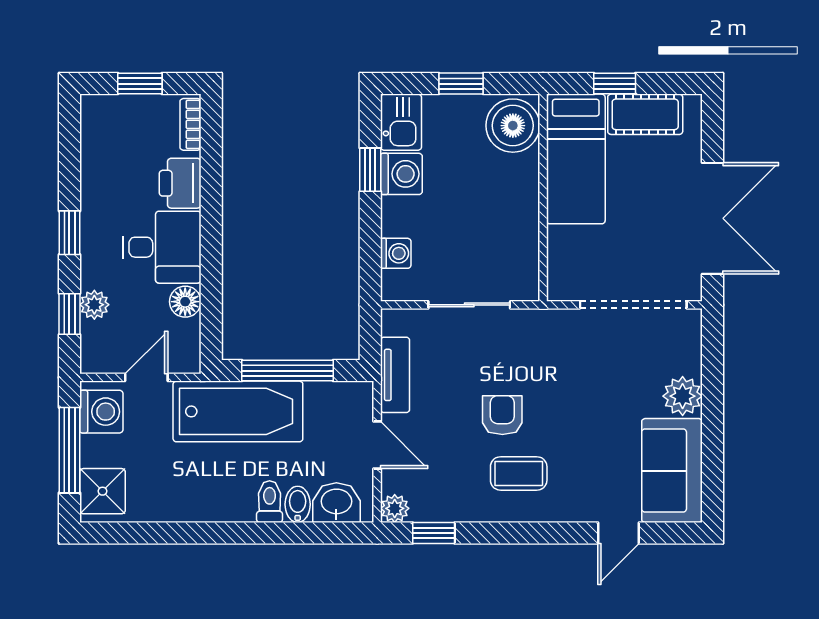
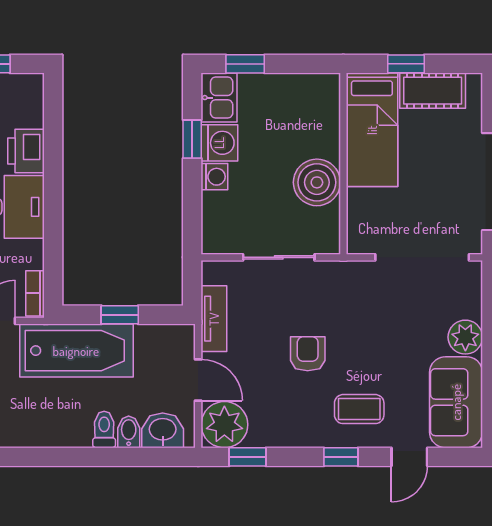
window: (461, 84) -> (245, 64), moved
bookcase: (190, 124) -> (35, 293), moved
boiler: (513, 126) -> (317, 182), moved
washing machine: (396, 253) -> (214, 177), moved
floor lamp: (185, 302) -> (30, 255), removed
window: (287, 371) -> (120, 315), width x0.46
coffee table: (519, 473) -> (359, 409), moved
plant: (395, 508) -> (224, 425), width x1.88, depth x1.88
window: (540, 533) -> (341, 457), added

